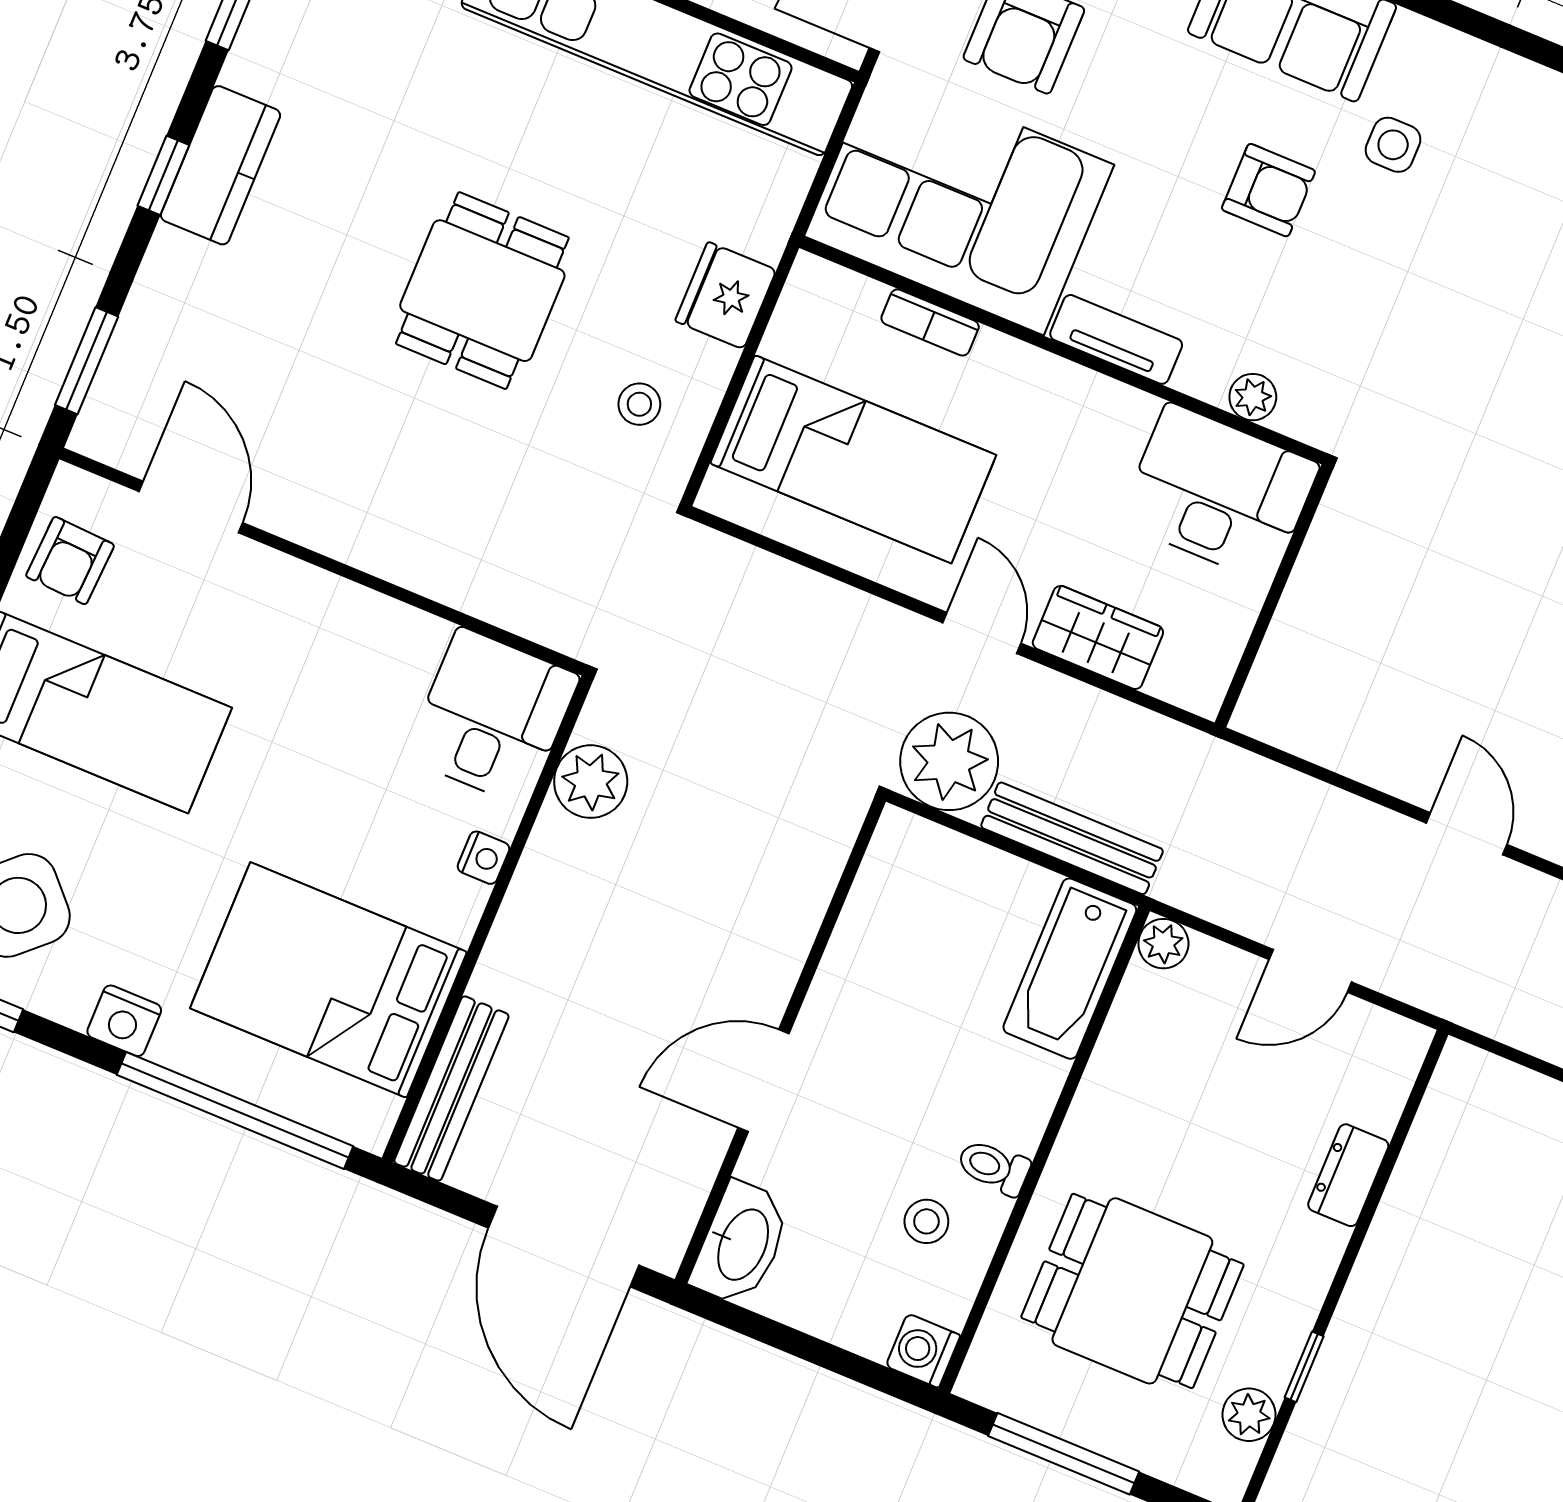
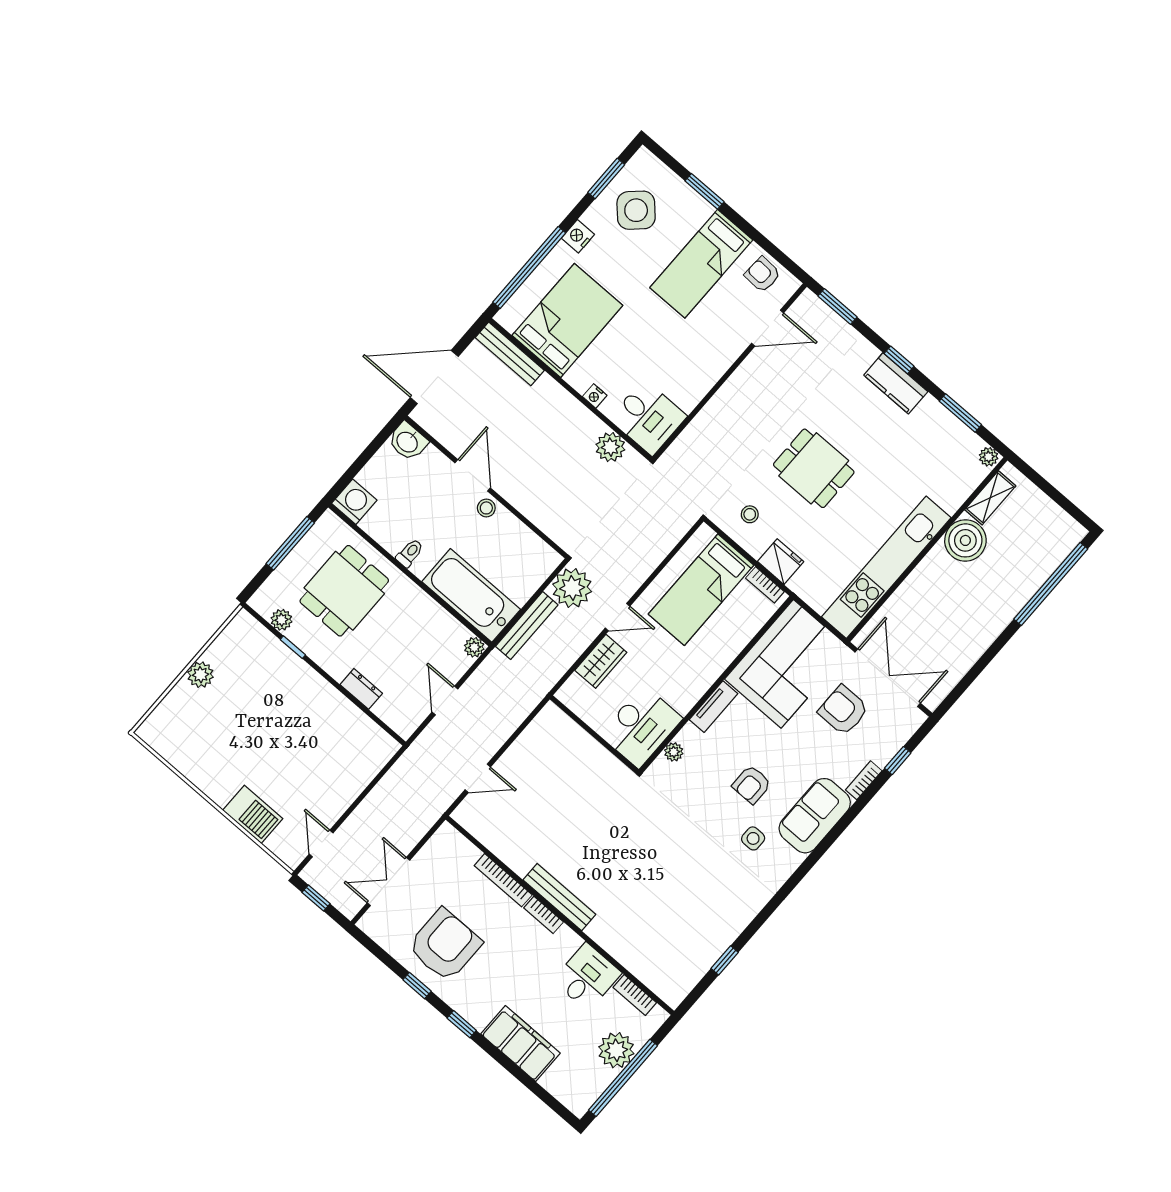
bookcase: (930, 322) -> (765, 585), moved, turned -90
bathtub: (1070, 969) -> (471, 595), width x1.36, depth x1.36
stool: (926, 1221) -> (486, 508), moved
washbasin: (741, 1244) -> (408, 441), width x0.72
washing machine: (923, 1351) -> (354, 502), width x1.38, depth x1.38

